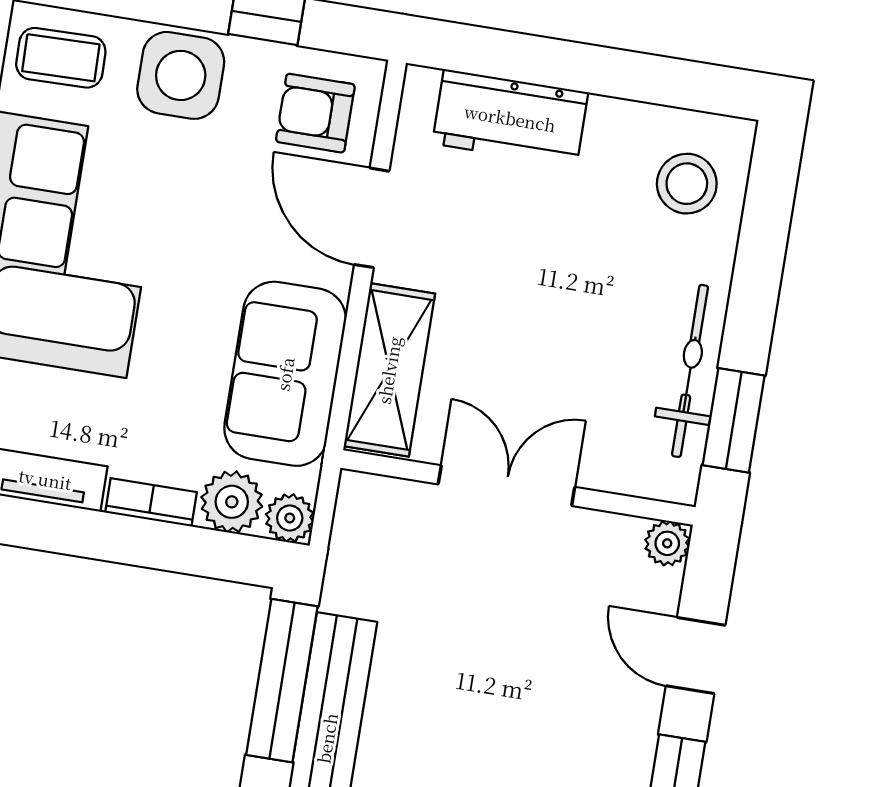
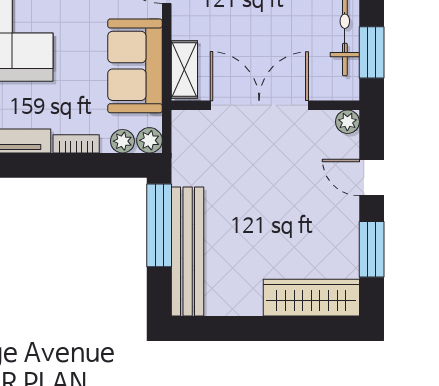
shelving: (389, 370) -> (184, 70), width x0.67, depth x0.75
double door: (506, 486) -> (259, 105), width x1.37
plant: (232, 502) -> (122, 141), width x0.73, depth x0.73

